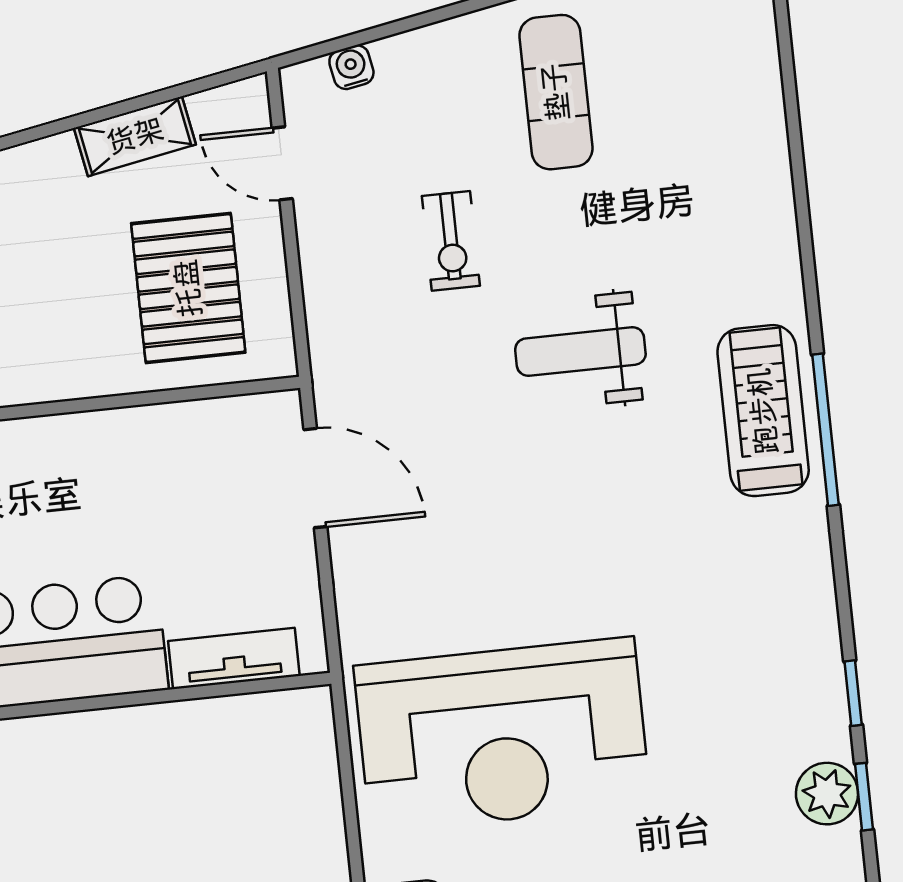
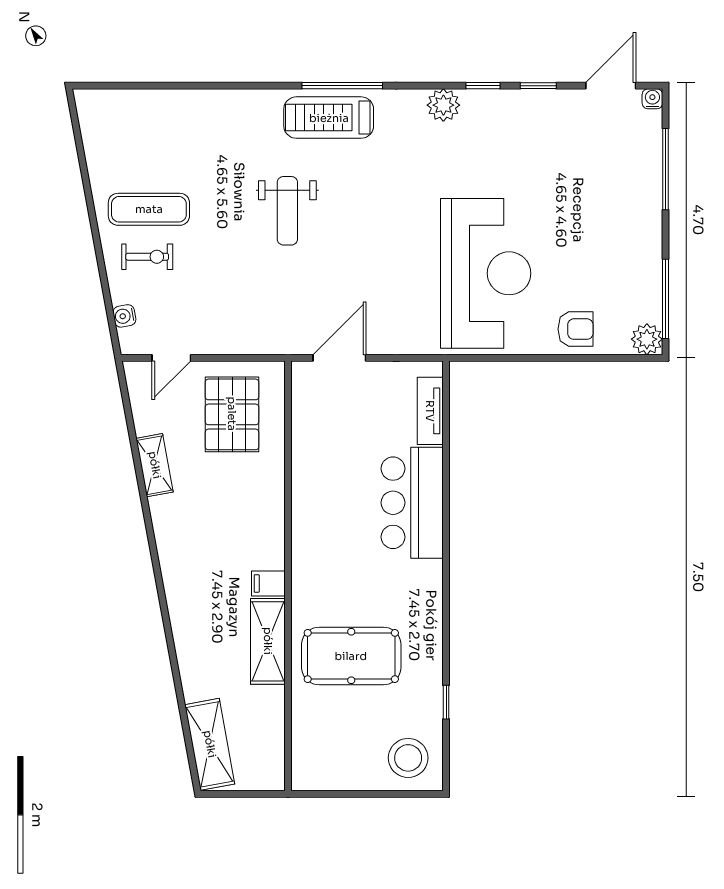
shelving: (135, 136) -> (155, 465), moved
exercise bike: (451, 241) -> (147, 257), moved
pallet: (188, 288) -> (232, 414), turned 90
plant: (827, 794) -> (443, 105), moved

